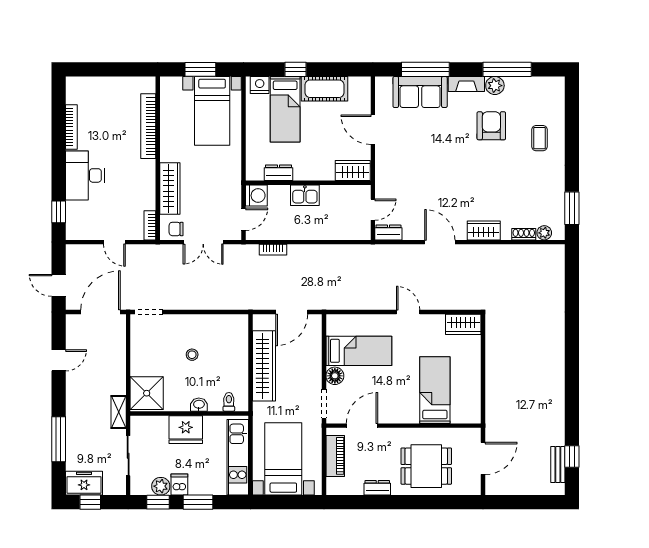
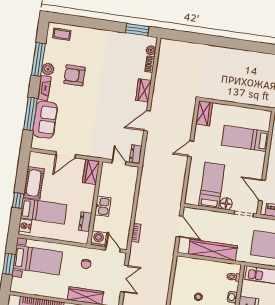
coffee table: (539, 138) -> (62, 34), moved
chair: (176, 229) -> (86, 264), moved

